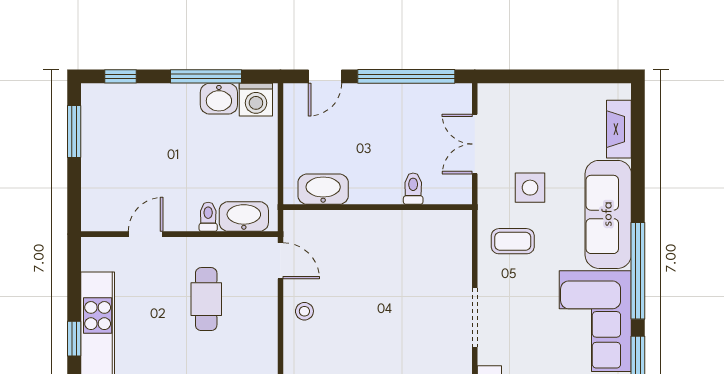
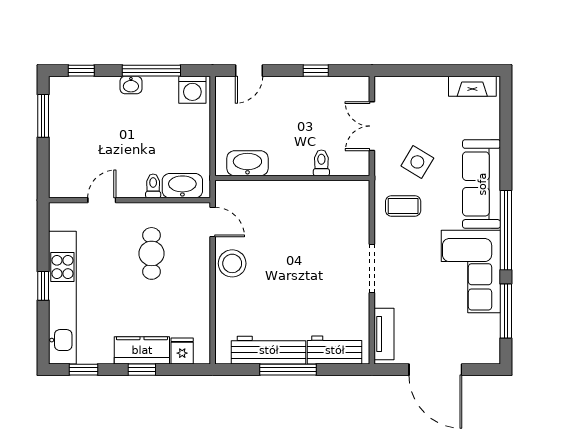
window: (406, 76) -> (316, 71), width x0.32
washbasin: (219, 99) -> (131, 85), moved, width x0.72, depth x0.69
fireplace: (619, 129) -> (472, 86), moved, turned -90
side table: (530, 188) -> (417, 162), turned 31
stool: (304, 311) -> (232, 263), width x1.89, depth x1.89

